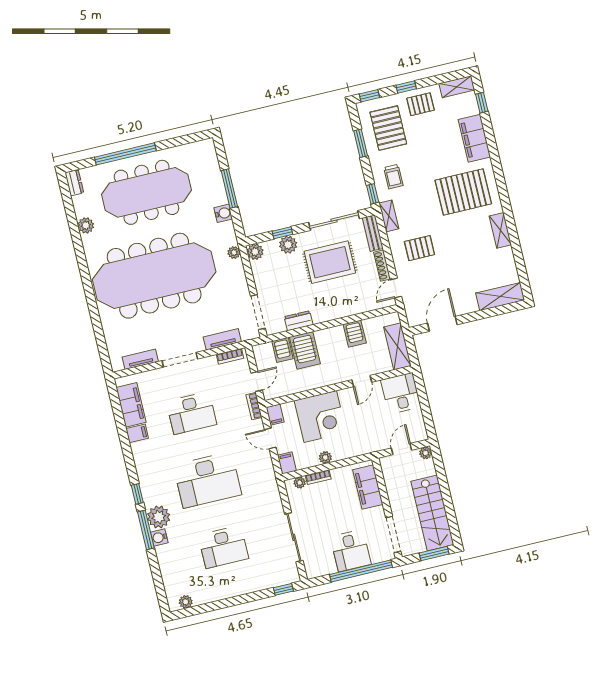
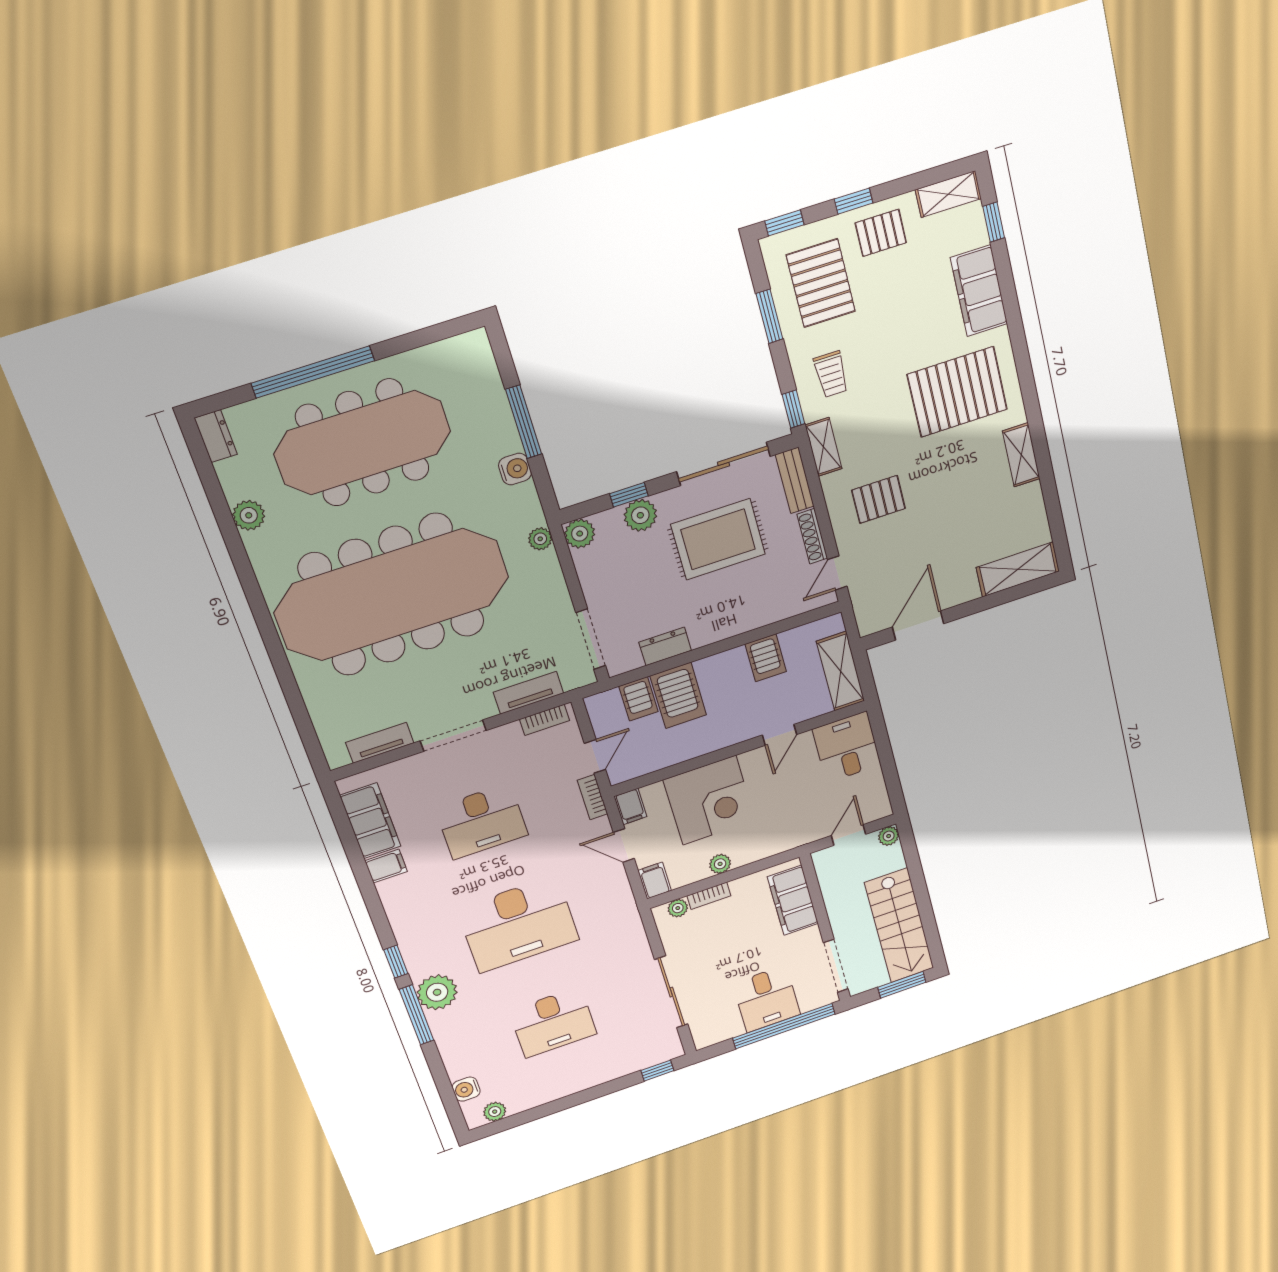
water cooler: (159, 537) -> (466, 1089), moved

